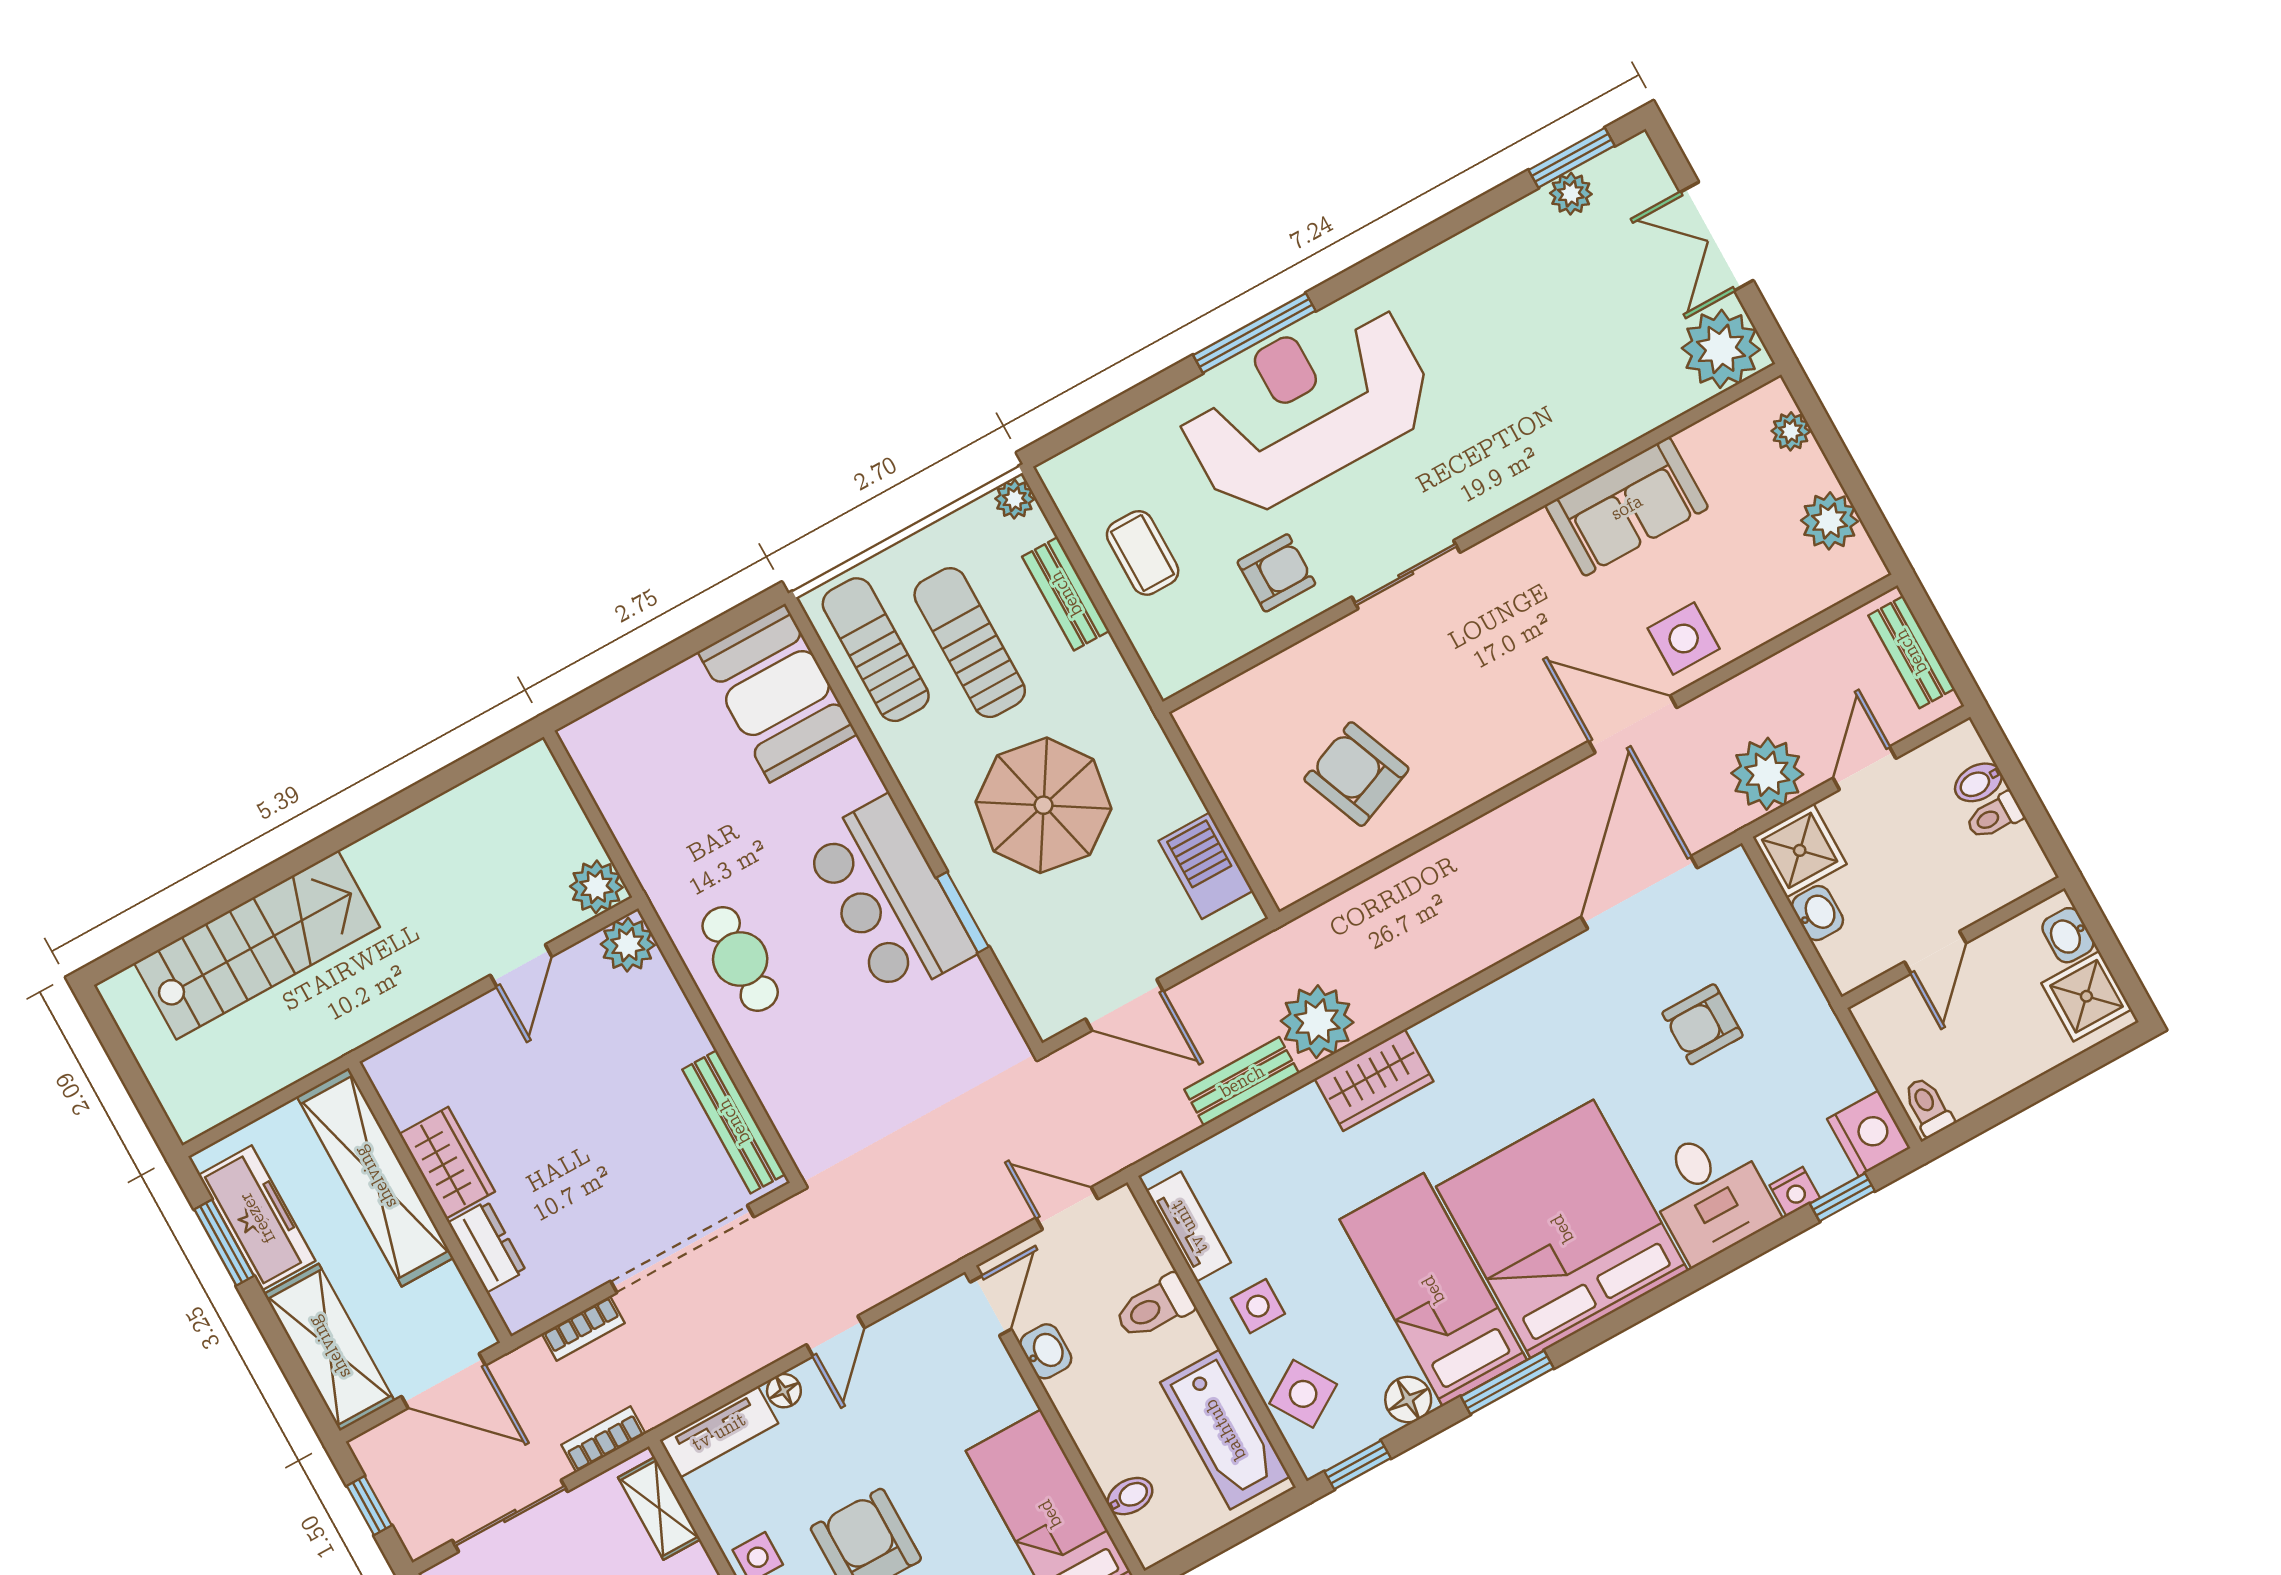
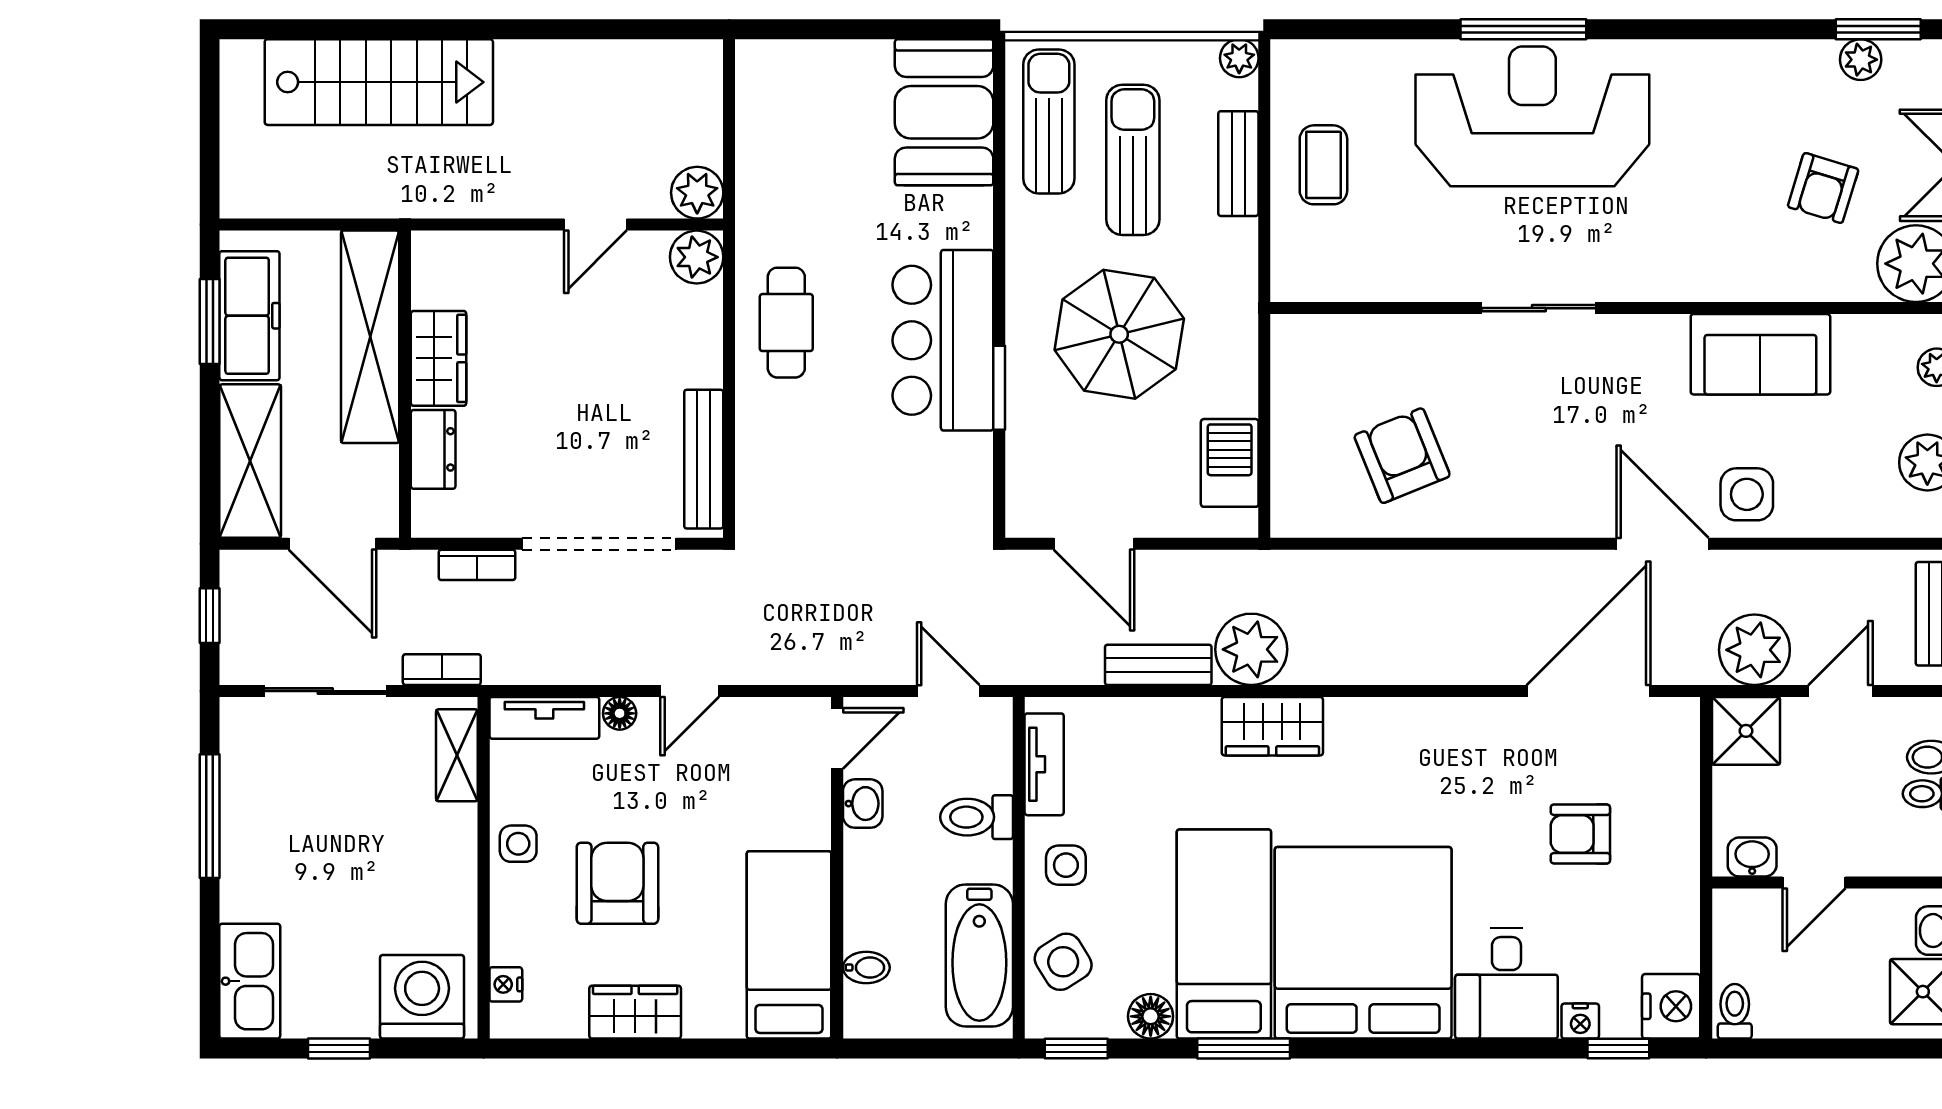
armchair: (1276, 573) -> (1823, 188), moved, turned 107
washbasin: (1818, 913) -> (1752, 857), moved, turned -90

